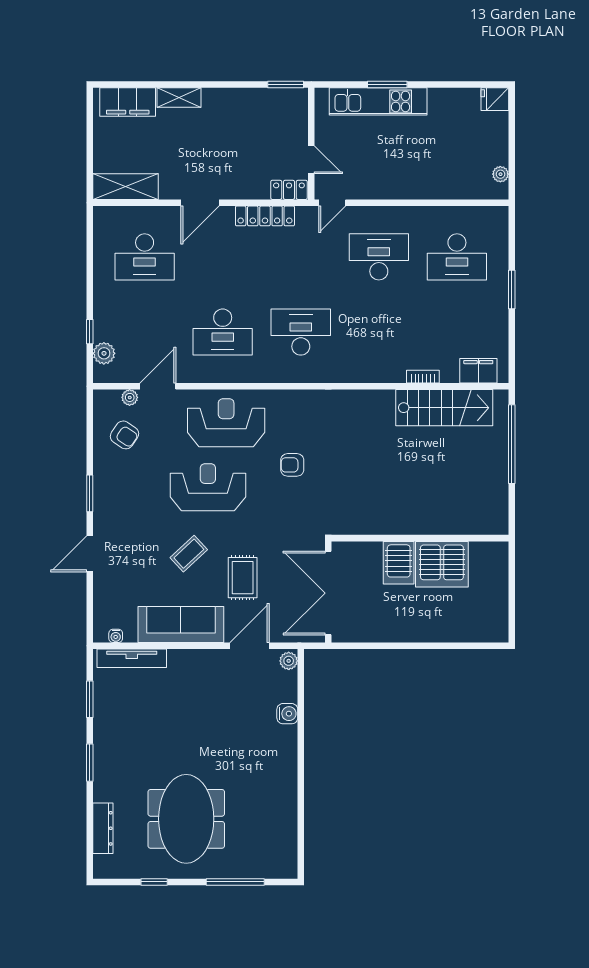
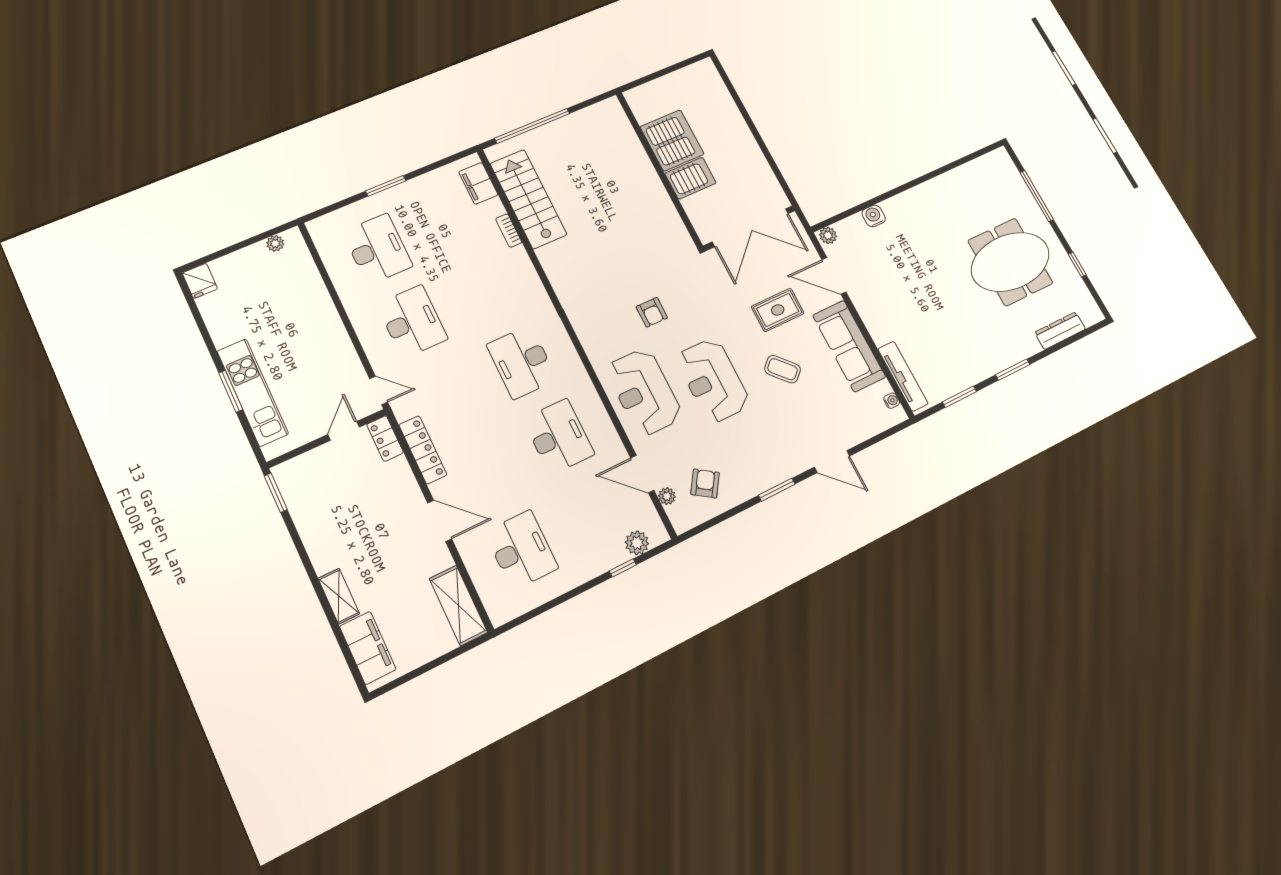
desk: (379, 257) -> (412, 322), turned 180

